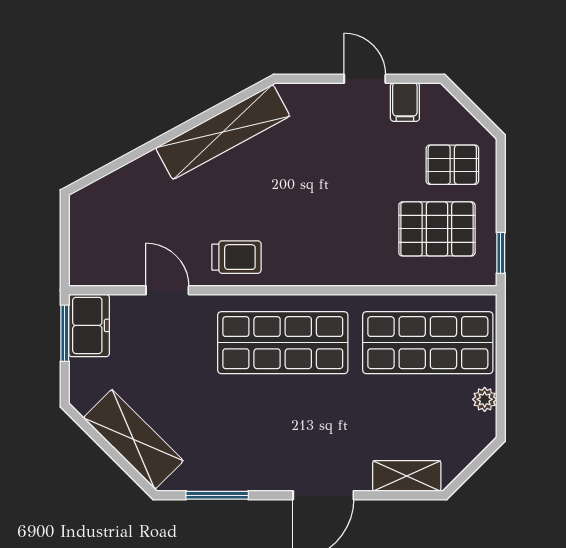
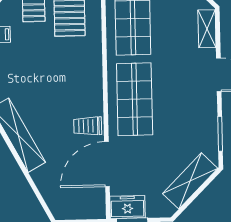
trolley: (237, 257) -> (88, 126), turned -90
door: (167, 290) -> (107, 164), width x1.87

